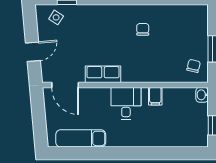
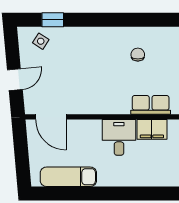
row of seats: (103, 74) -> (151, 105), moved
filing cabinet: (155, 96) -> (152, 129), width x2.00

